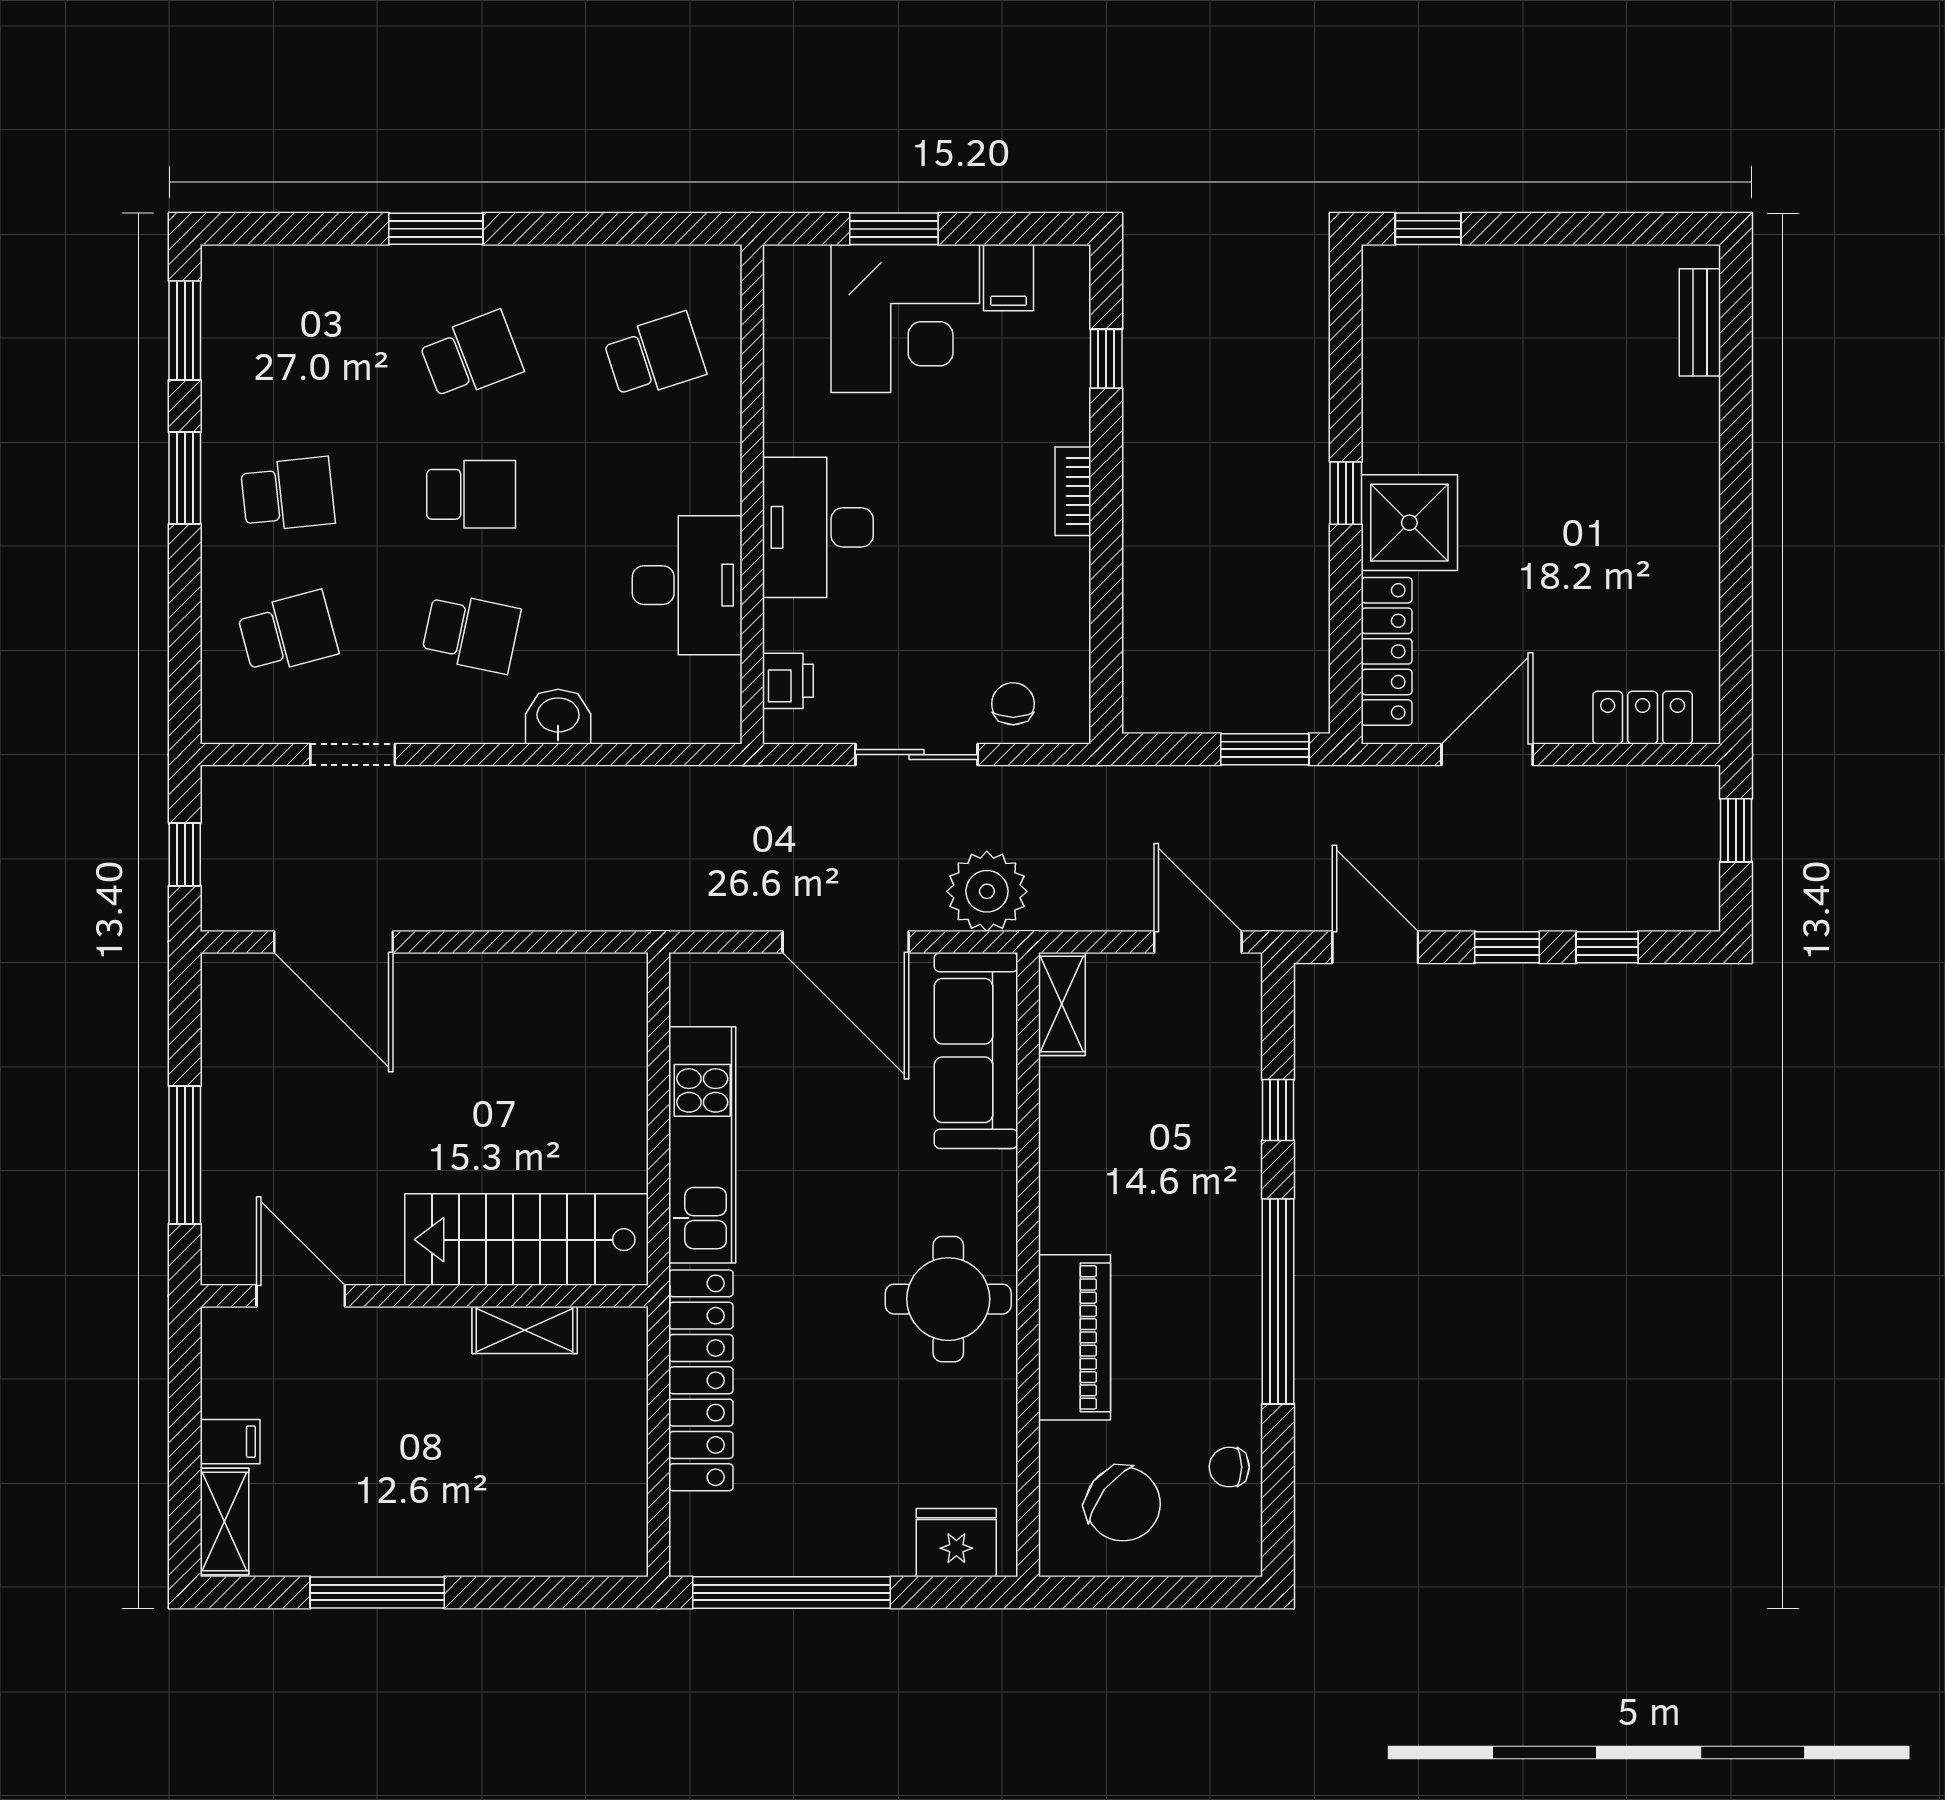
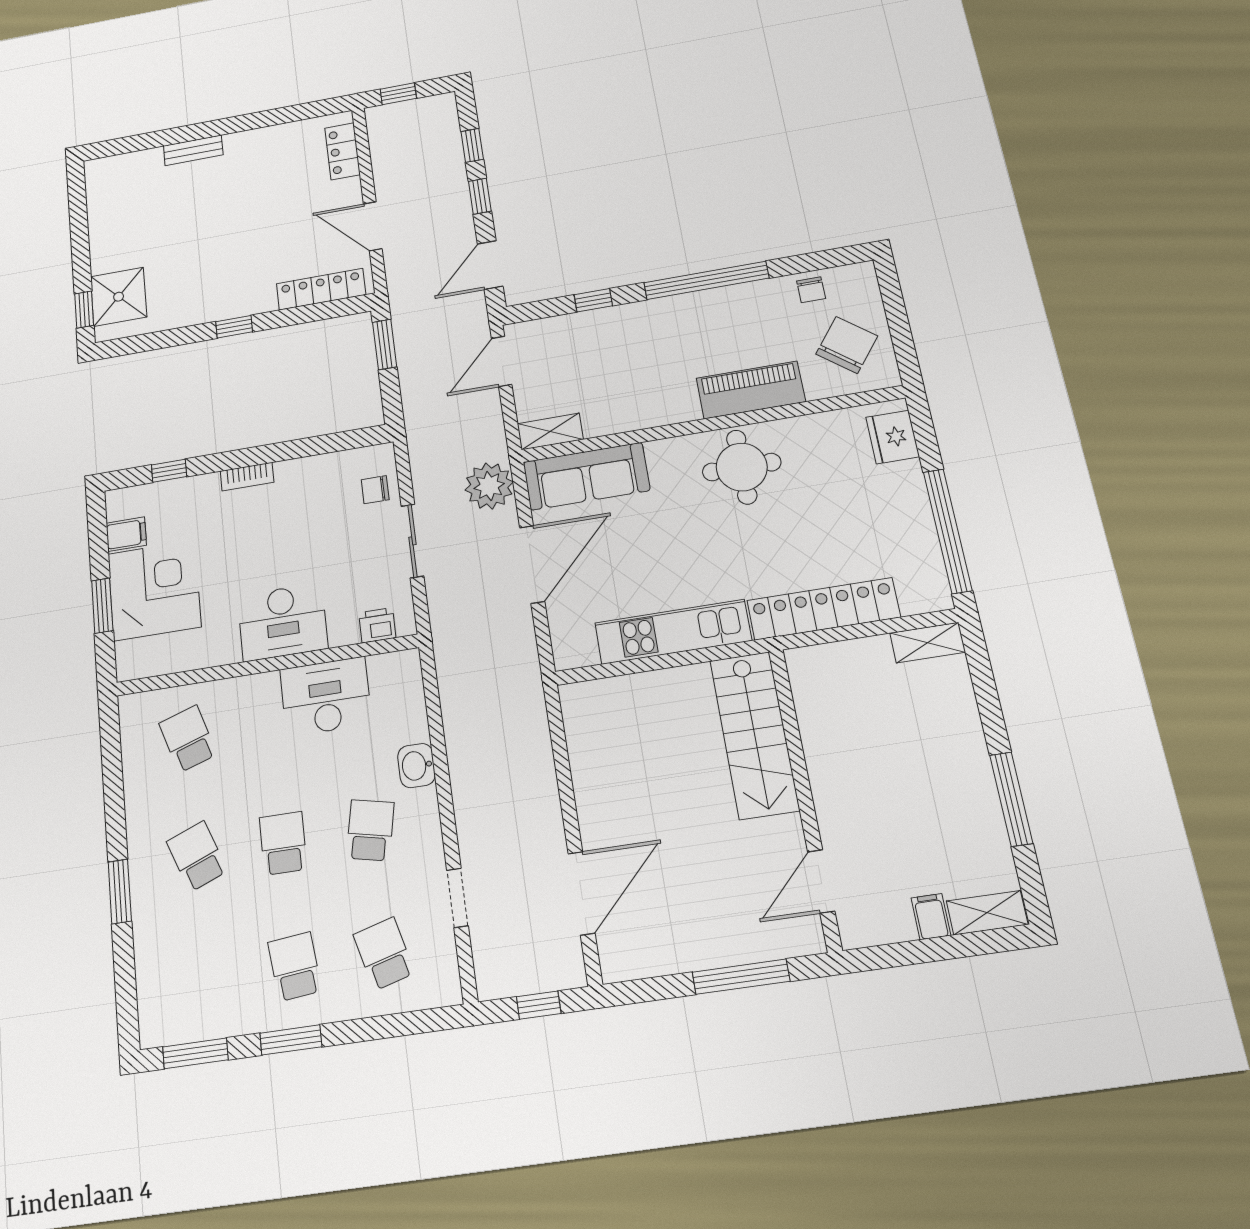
bench: (1700, 322) -> (193, 150), moved
shower: (1409, 523) -> (119, 297), moved
shelving: (525, 1330) -> (928, 643), moved, turned 90

